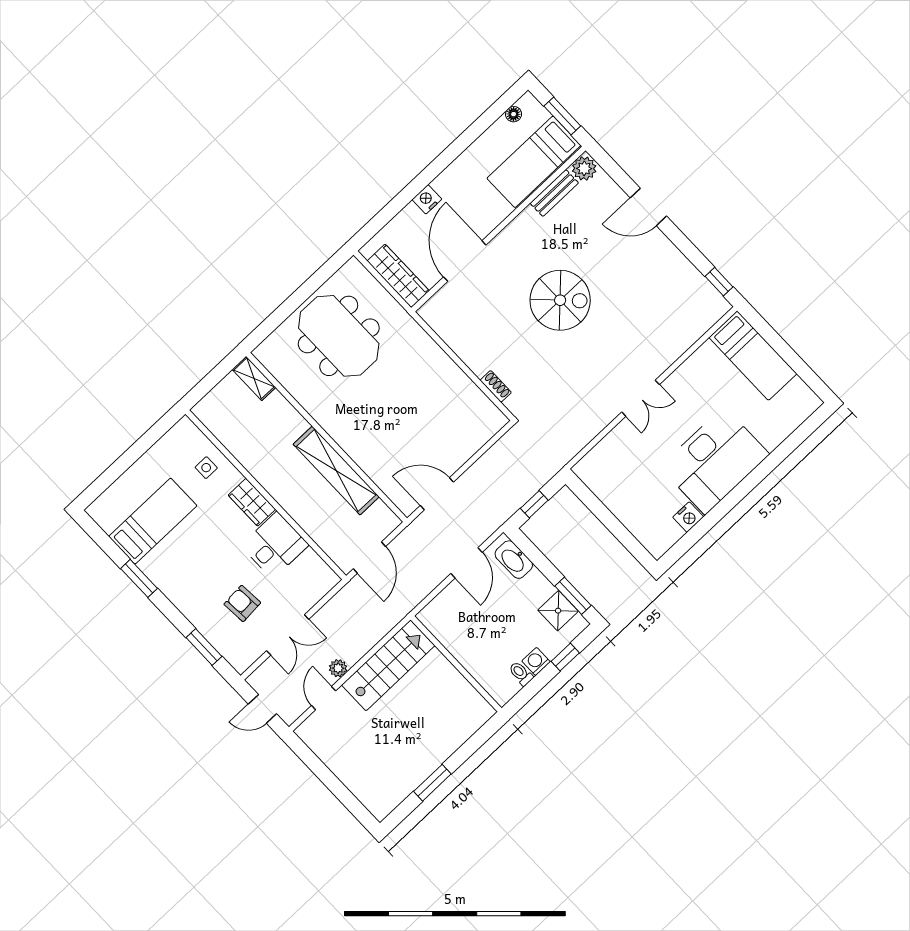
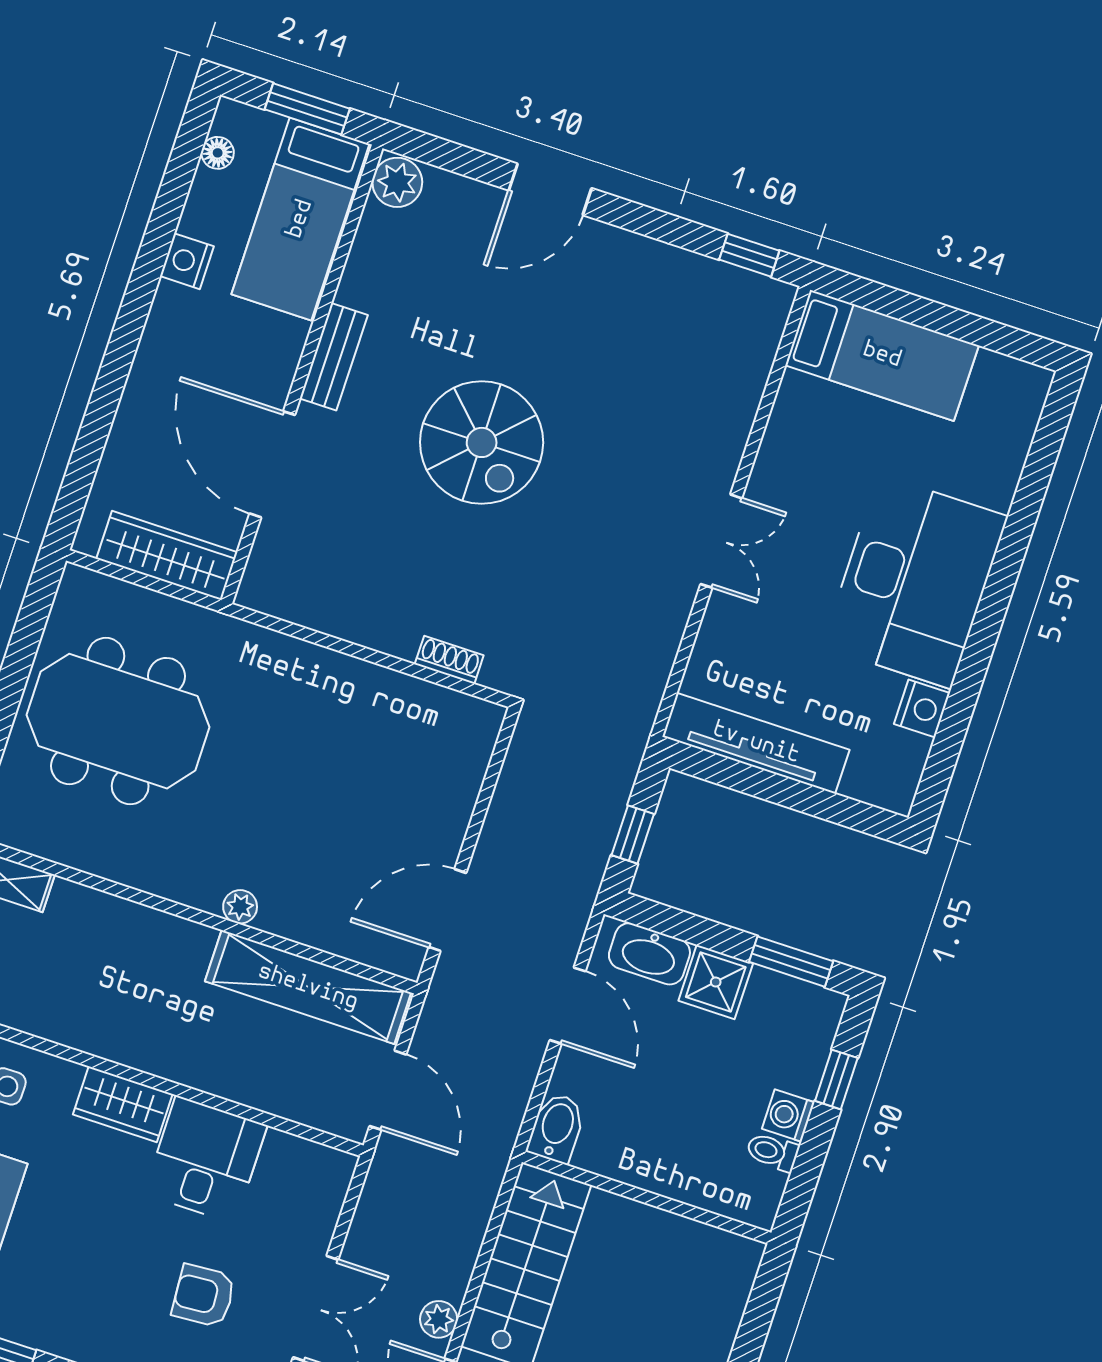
bench: (554, 193) -> (334, 357), moved
nightstand: (427, 199) -> (187, 261), moved
spiral stairs: (560, 300) -> (482, 442), turned 90
plant: (348, 444) -> (240, 907), added
shelving: (336, 471) -> (308, 987), moved
tv unit: (609, 494) -> (756, 743), added
shower: (558, 611) -> (716, 982), moved
bidet: (433, 613) -> (556, 1128), added

